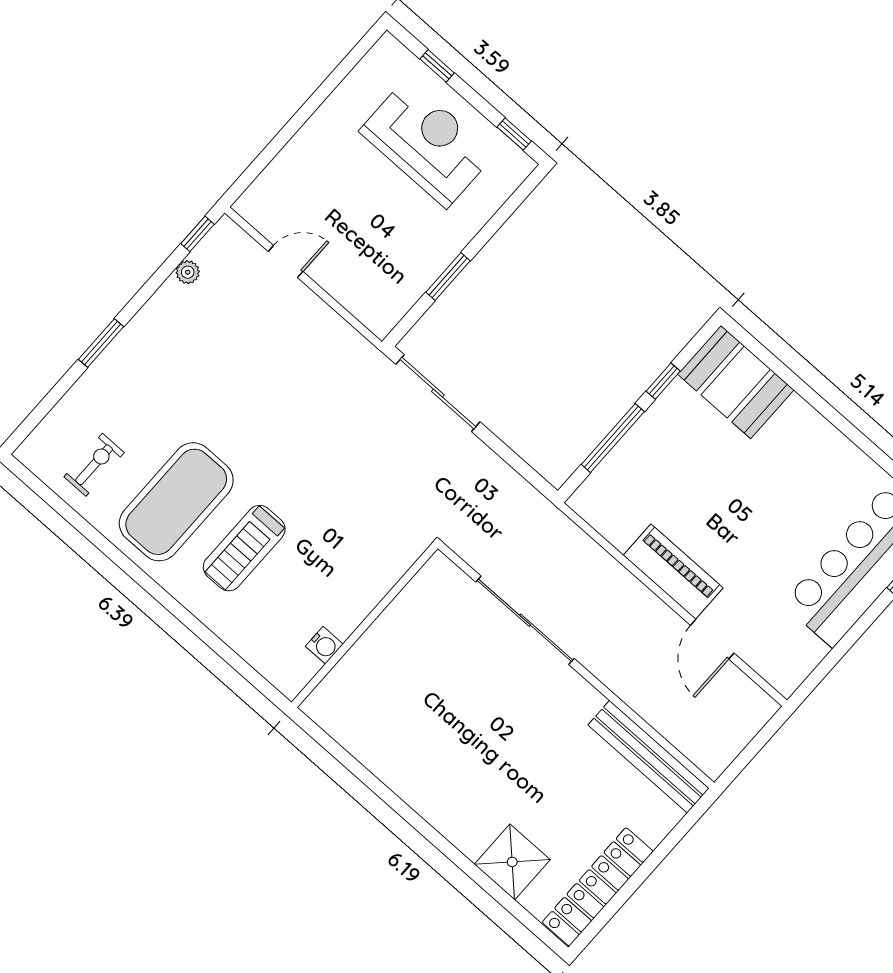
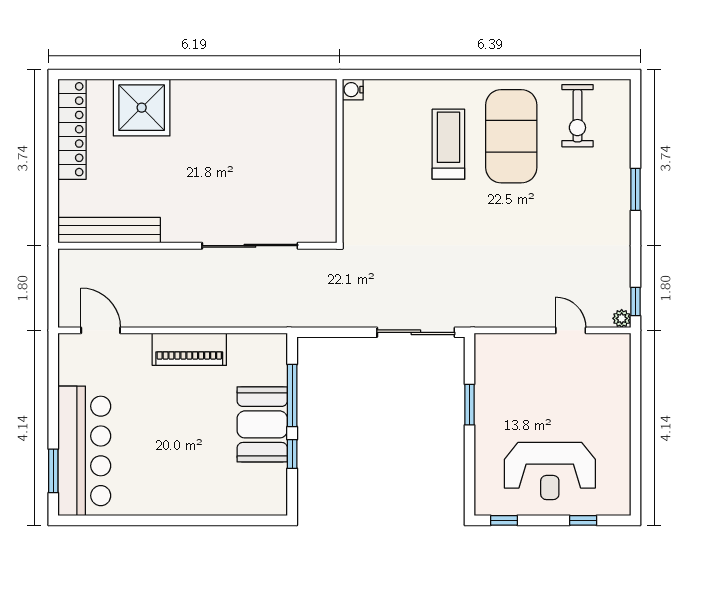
door: (286, 262) -> (571, 330), swing flipped
plant: (188, 272) -> (622, 318), moved
booth: (736, 382) -> (262, 424), moved, turned 90
exercise bike: (94, 465) -> (577, 116), width x1.38, depth x1.39
door: (712, 639) -> (101, 330), moved
water cooler: (324, 645) -> (353, 90), moved
shower: (512, 862) -> (142, 108), width x1.37, depth x1.37

